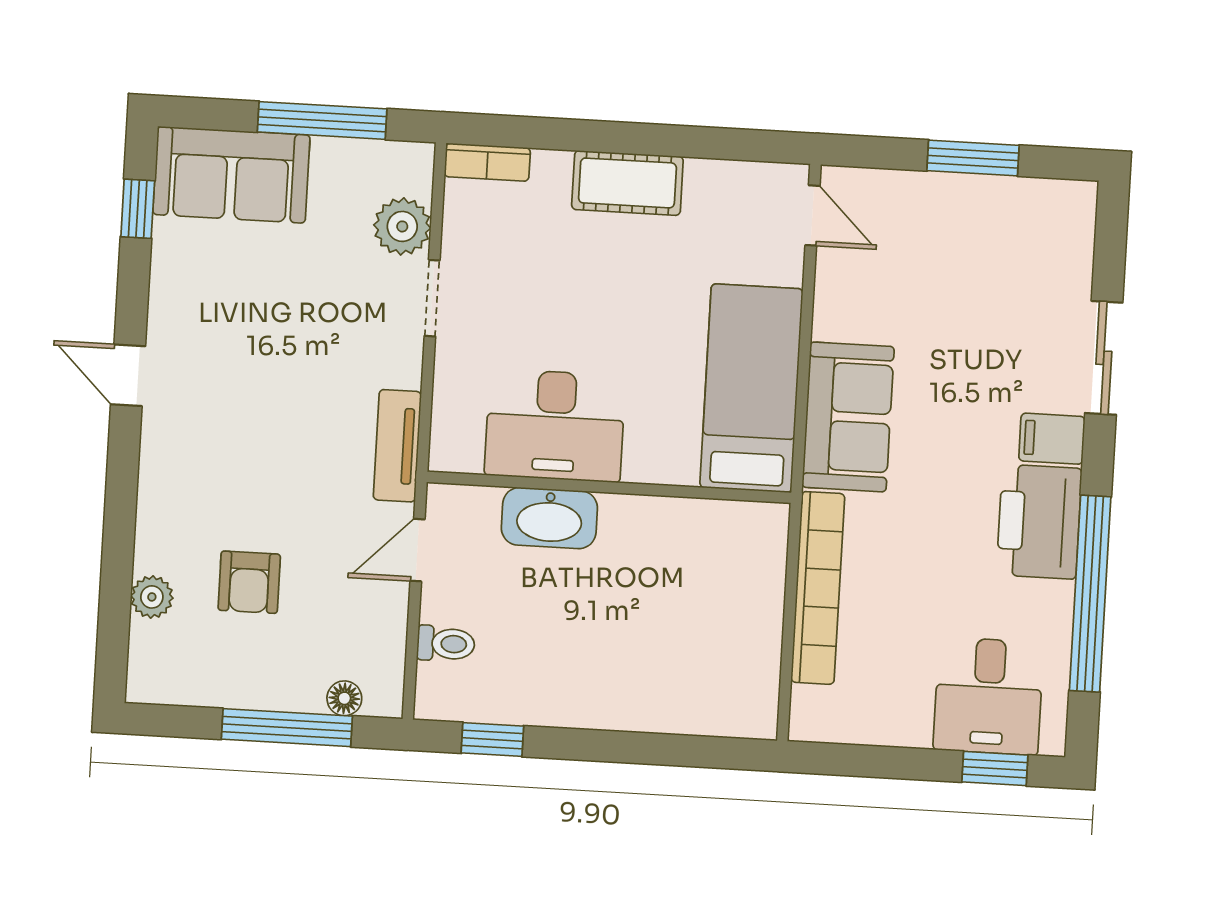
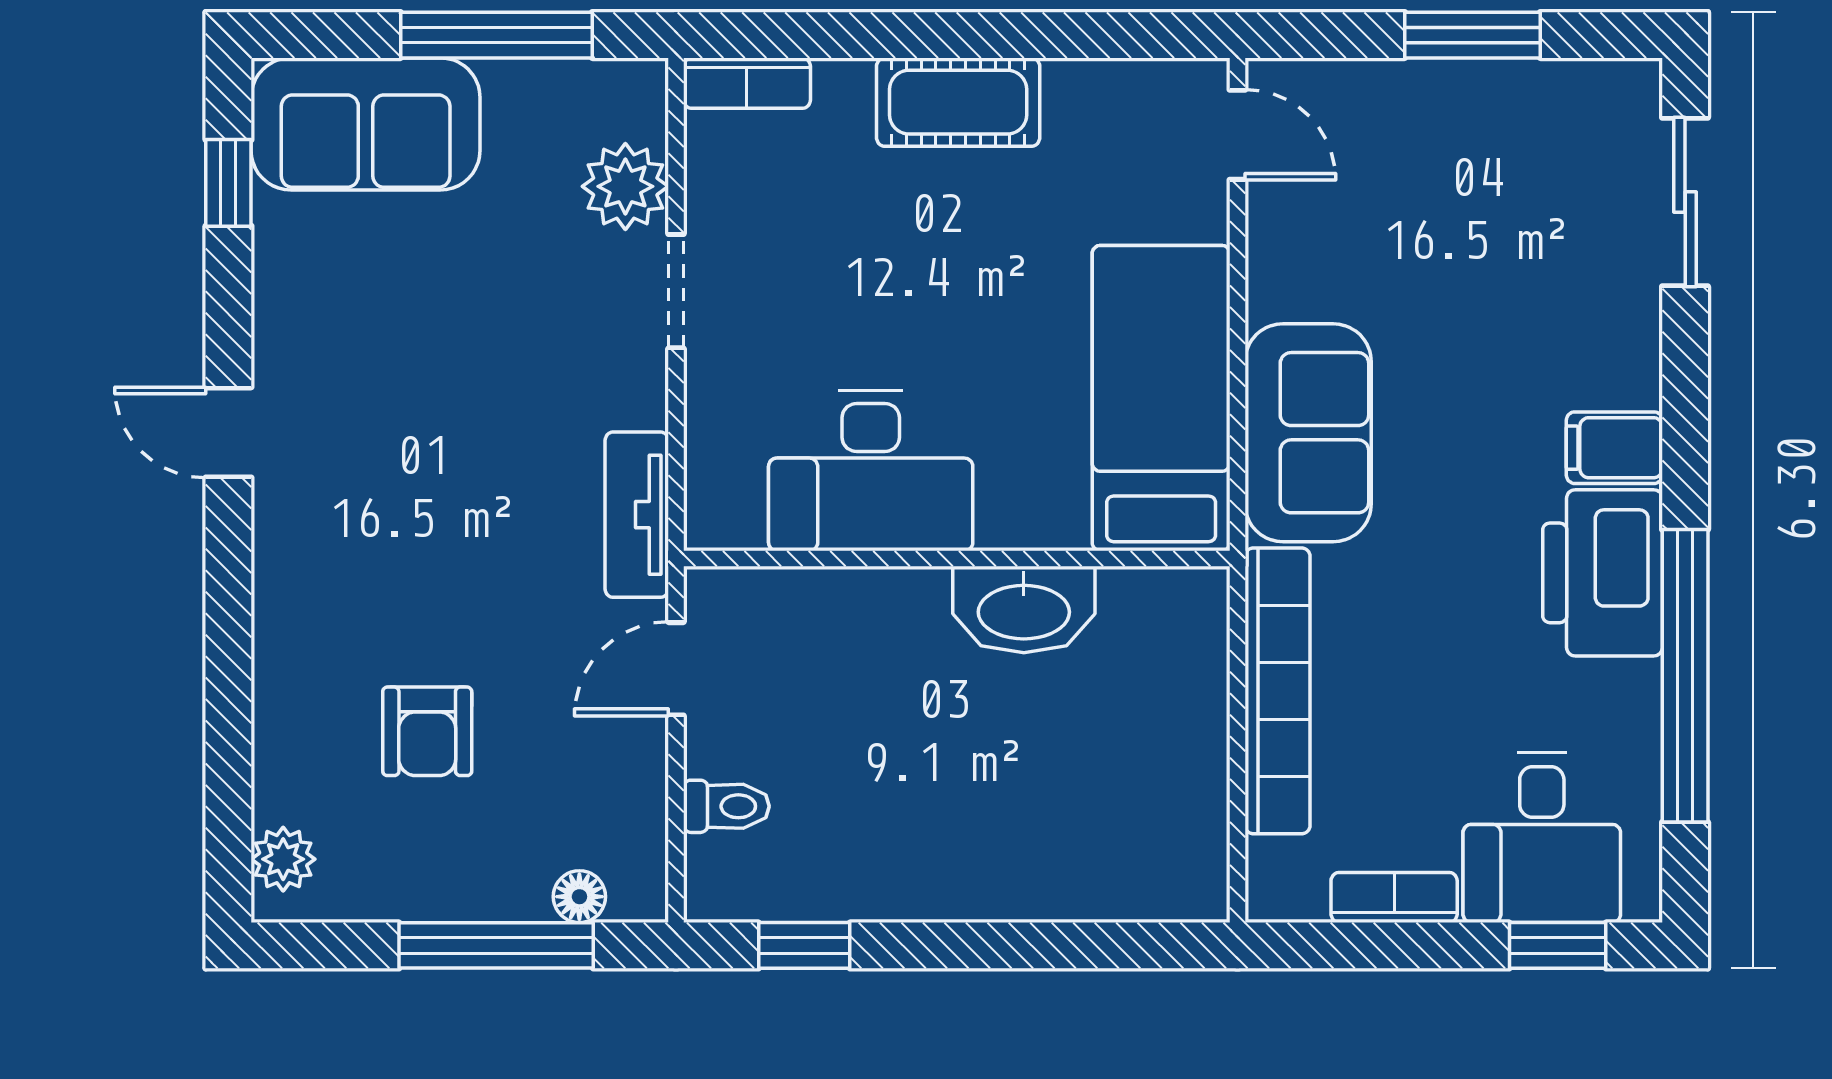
sliding door: (1104, 358) -> (1685, 202), moved
washbasin: (549, 518) -> (1024, 610), moved
plant: (152, 597) -> (283, 859), moved
bookcase: (888, 730) -> (1394, 897), added

